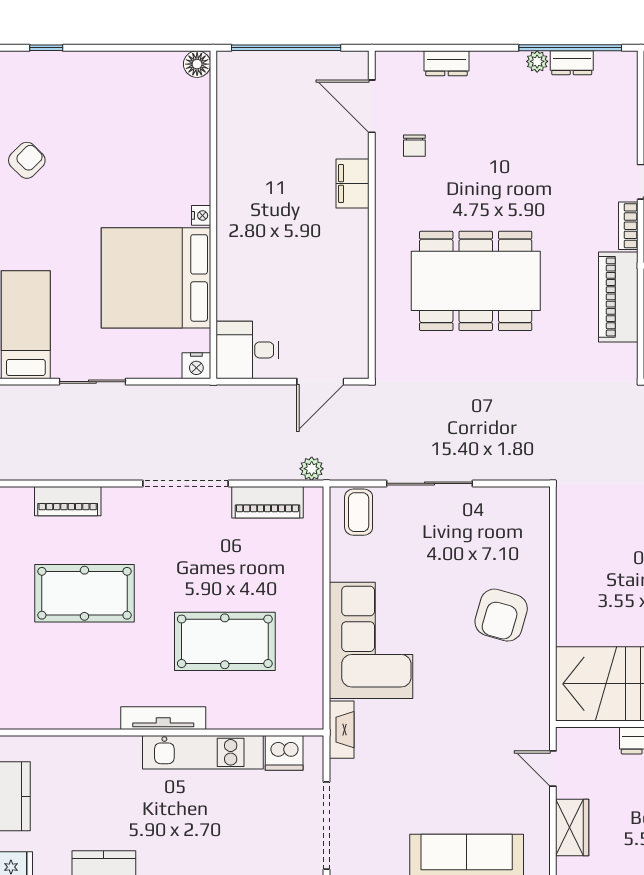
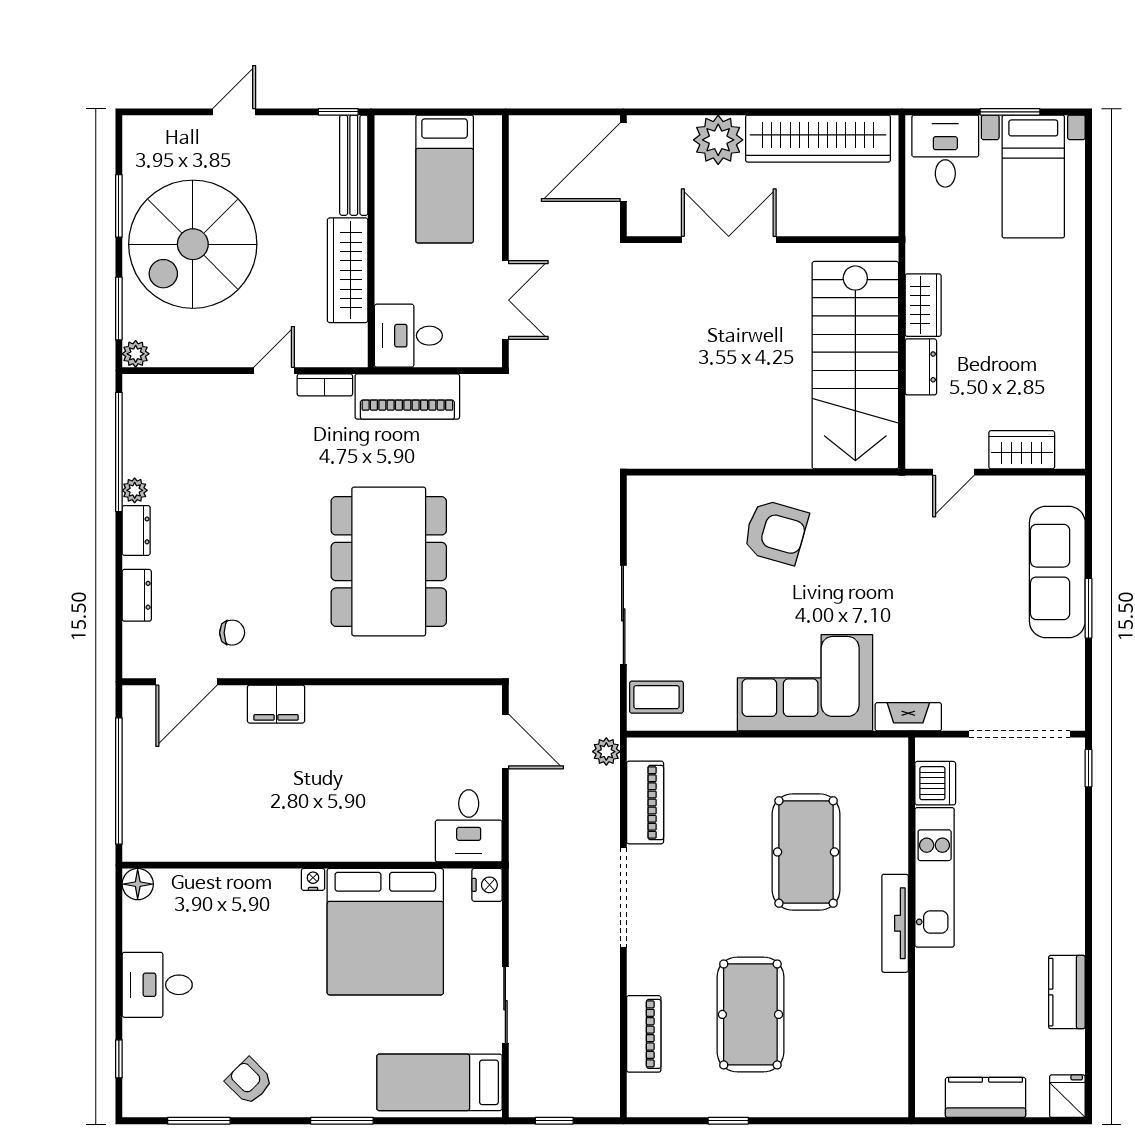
dresser: (572, 63) -> (136, 530), moved
desk: (110, 81) -> (157, 985), added

